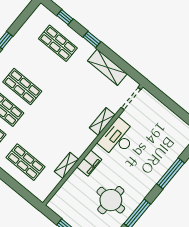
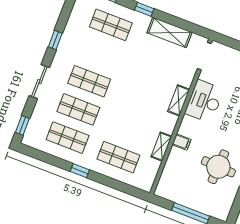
shelving: (102, 121) -> (179, 100), moved
filing cabinet: (89, 163) -> (182, 142), width x0.50

